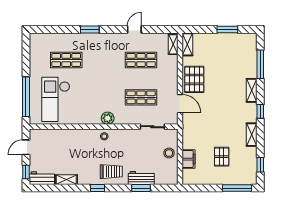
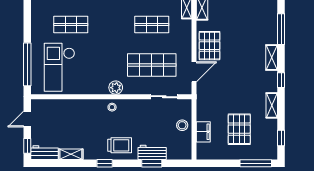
shop shelf: (141, 97) -> (152, 65), width x1.43, depth x1.36
door: (180, 104) -> (194, 72), hinge flipped
pallet: (222, 157) -> (239, 129), width x1.50, depth x1.42

